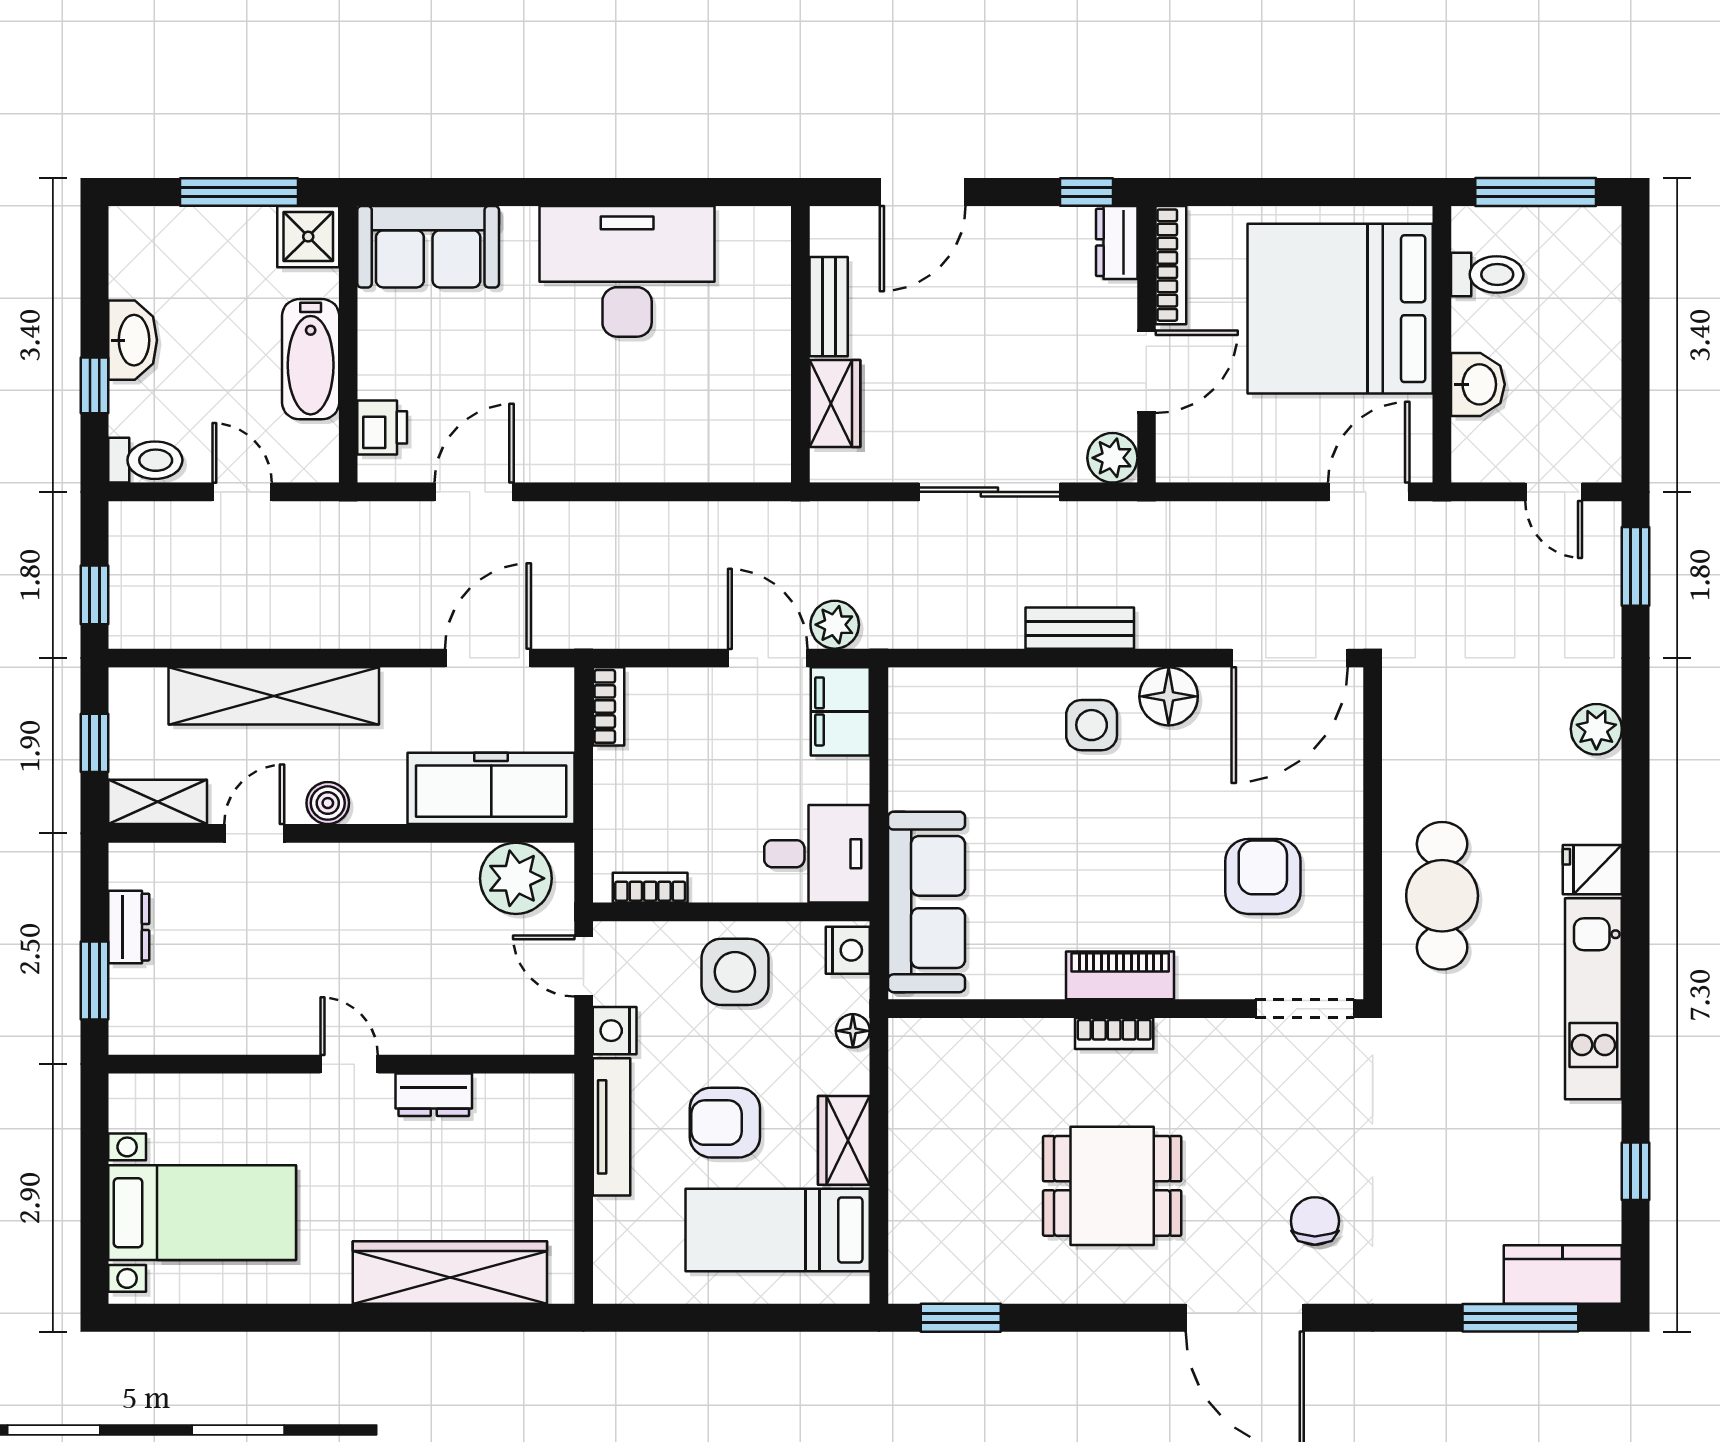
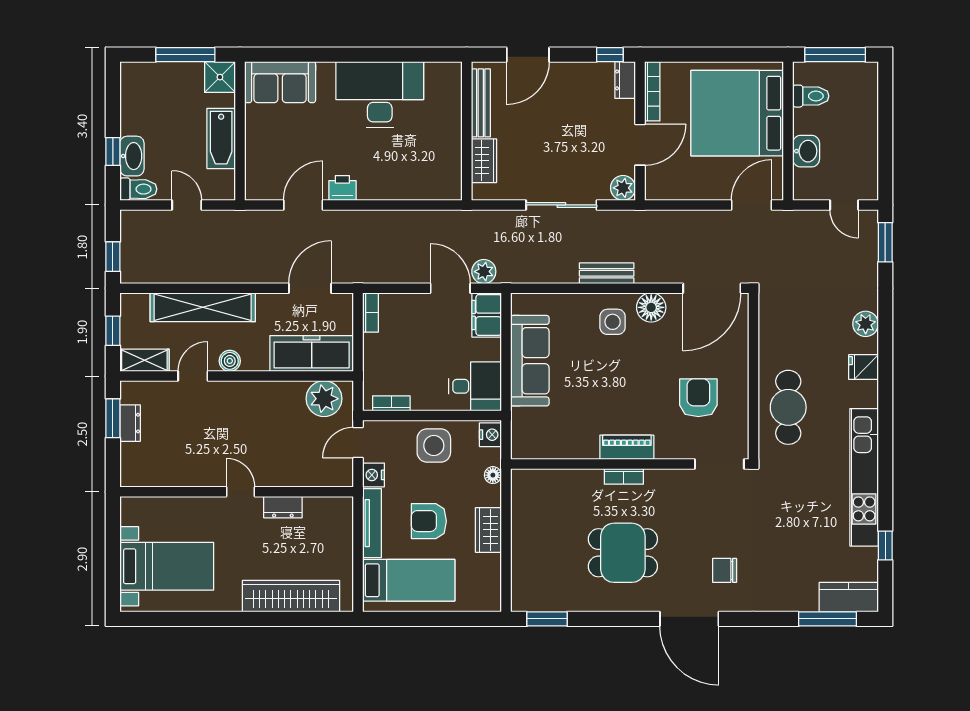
bench: (829, 307) -> (481, 103), width x1.36
washbasin: (133, 340) -> (132, 156), moved
printer: (382, 427) -> (342, 188), moved, turned -90
fridge: (1592, 870) -> (863, 367), moved
sofa: (926, 902) -> (530, 361), moved
door: (584, 966) -> (358, 443), hinge flipped
window: (94, 981) -> (113, 418), moved
kitchen unit: (1593, 999) -> (864, 477), width x1.36
chair: (1315, 1221) -> (725, 570), turned -90
bed: (778, 1230) -> (409, 580), moved, turned 180

